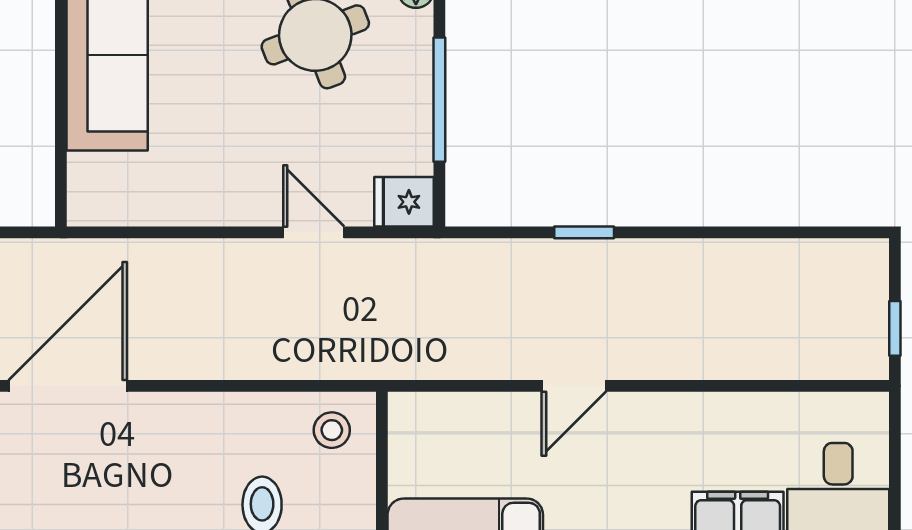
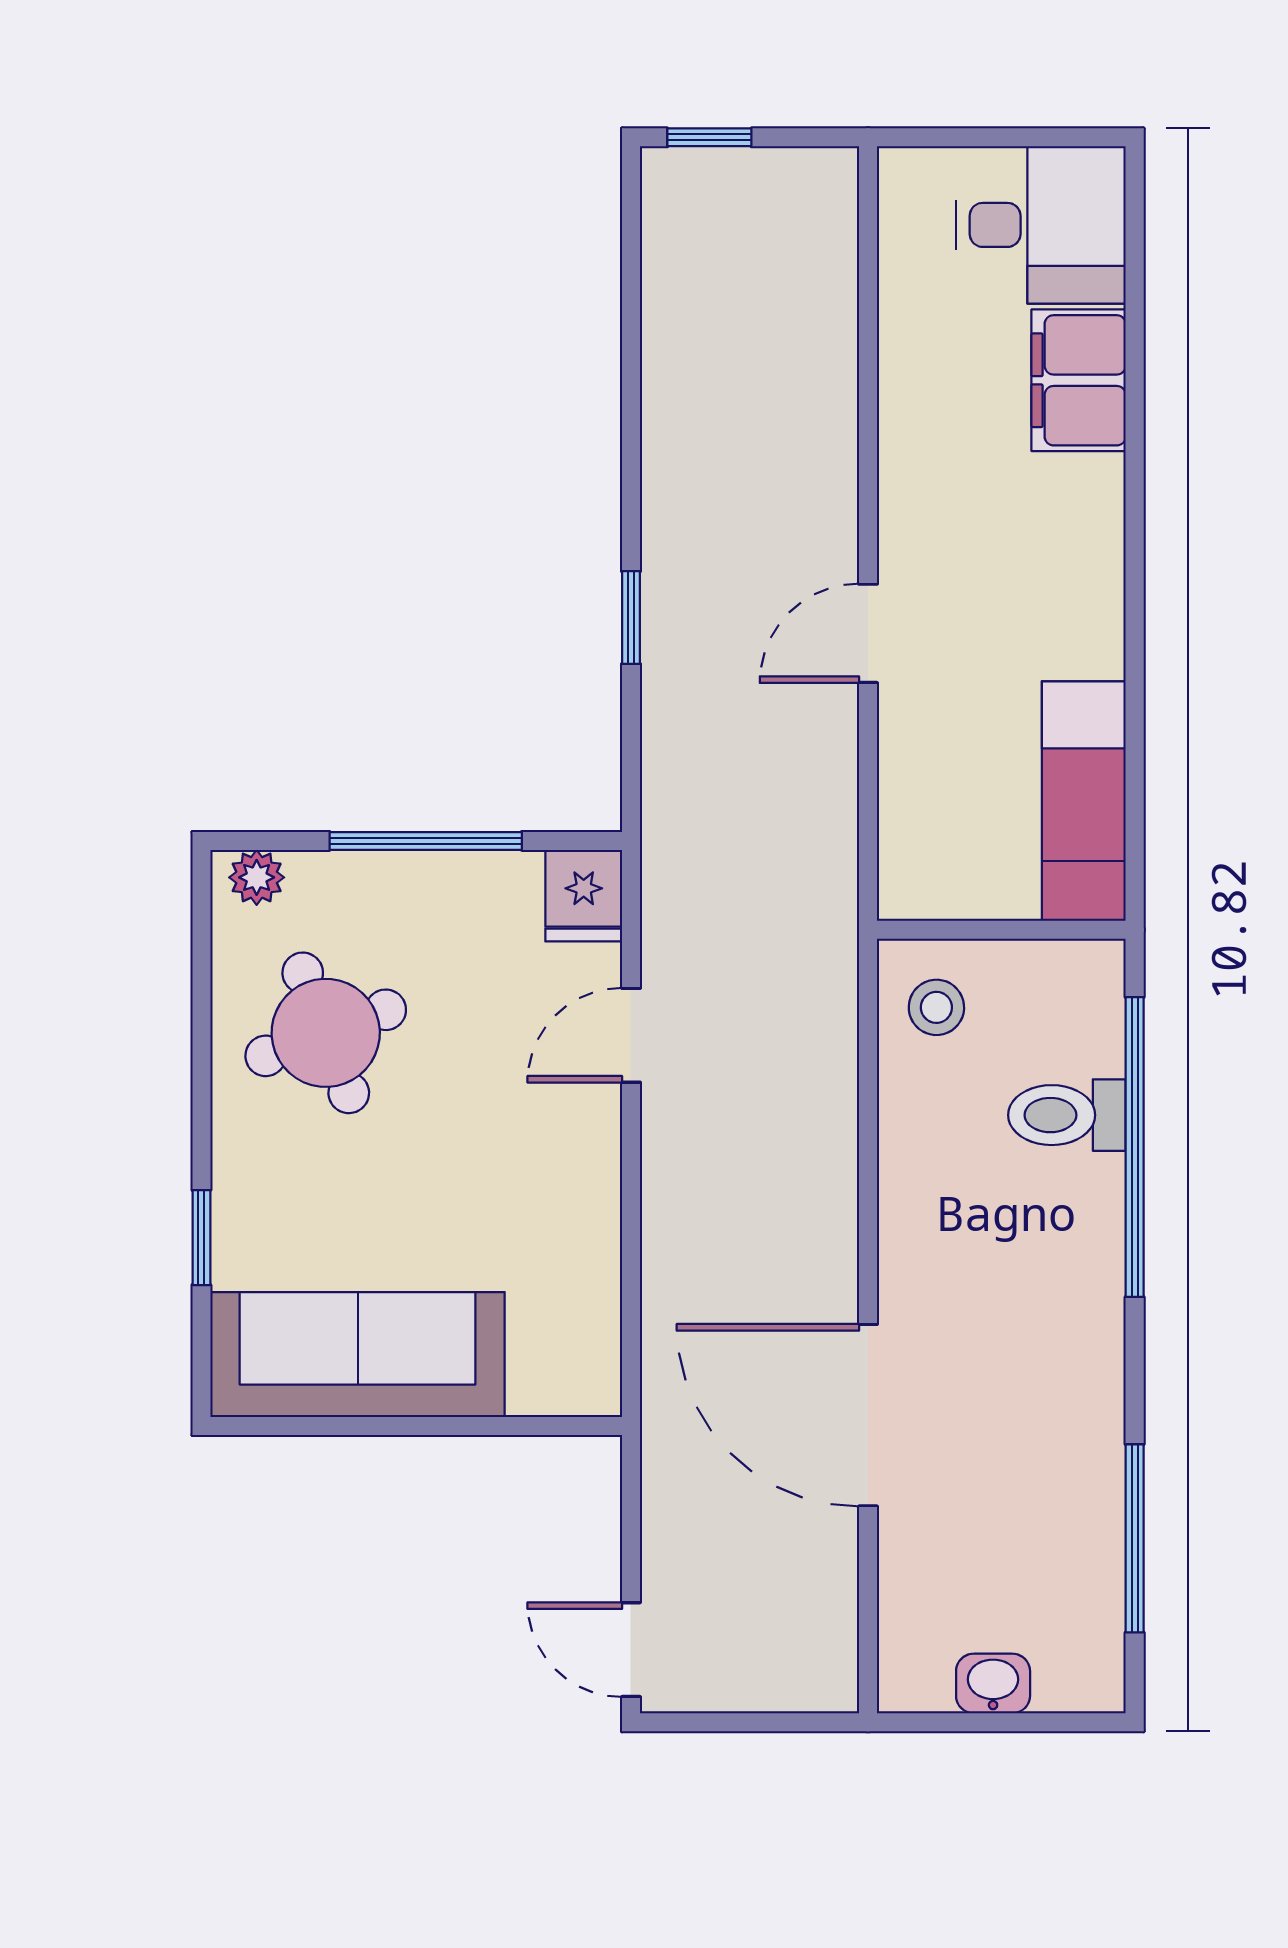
window: (895, 328) -> (709, 137), moved
door: (574, 386) -> (868, 633), swing flipped

